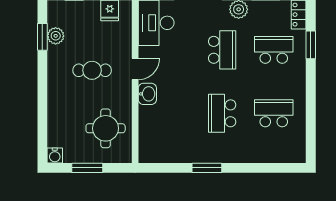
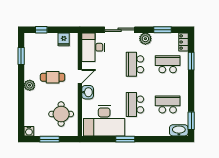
plant: (56, 36) -> (30, 85), moved
school desk: (222, 50) -> (135, 64), turned 180
desk: (173, 139) -> (104, 121), added
window: (311, 139) -> (191, 121), added
washbasin: (291, 154) -> (179, 130), added

